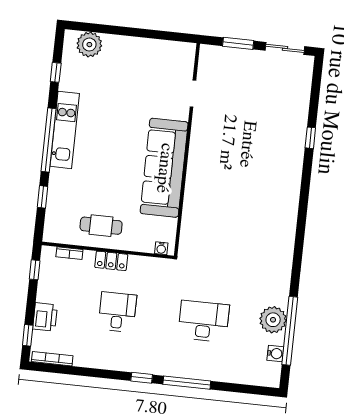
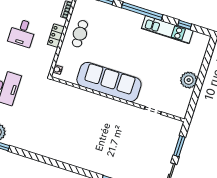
plant: (89, 45) -> (189, 80), moved
kitchen unit: (65, 130) -> (167, 30), moved
desk: (117, 312) -> (22, 33), turned 90

